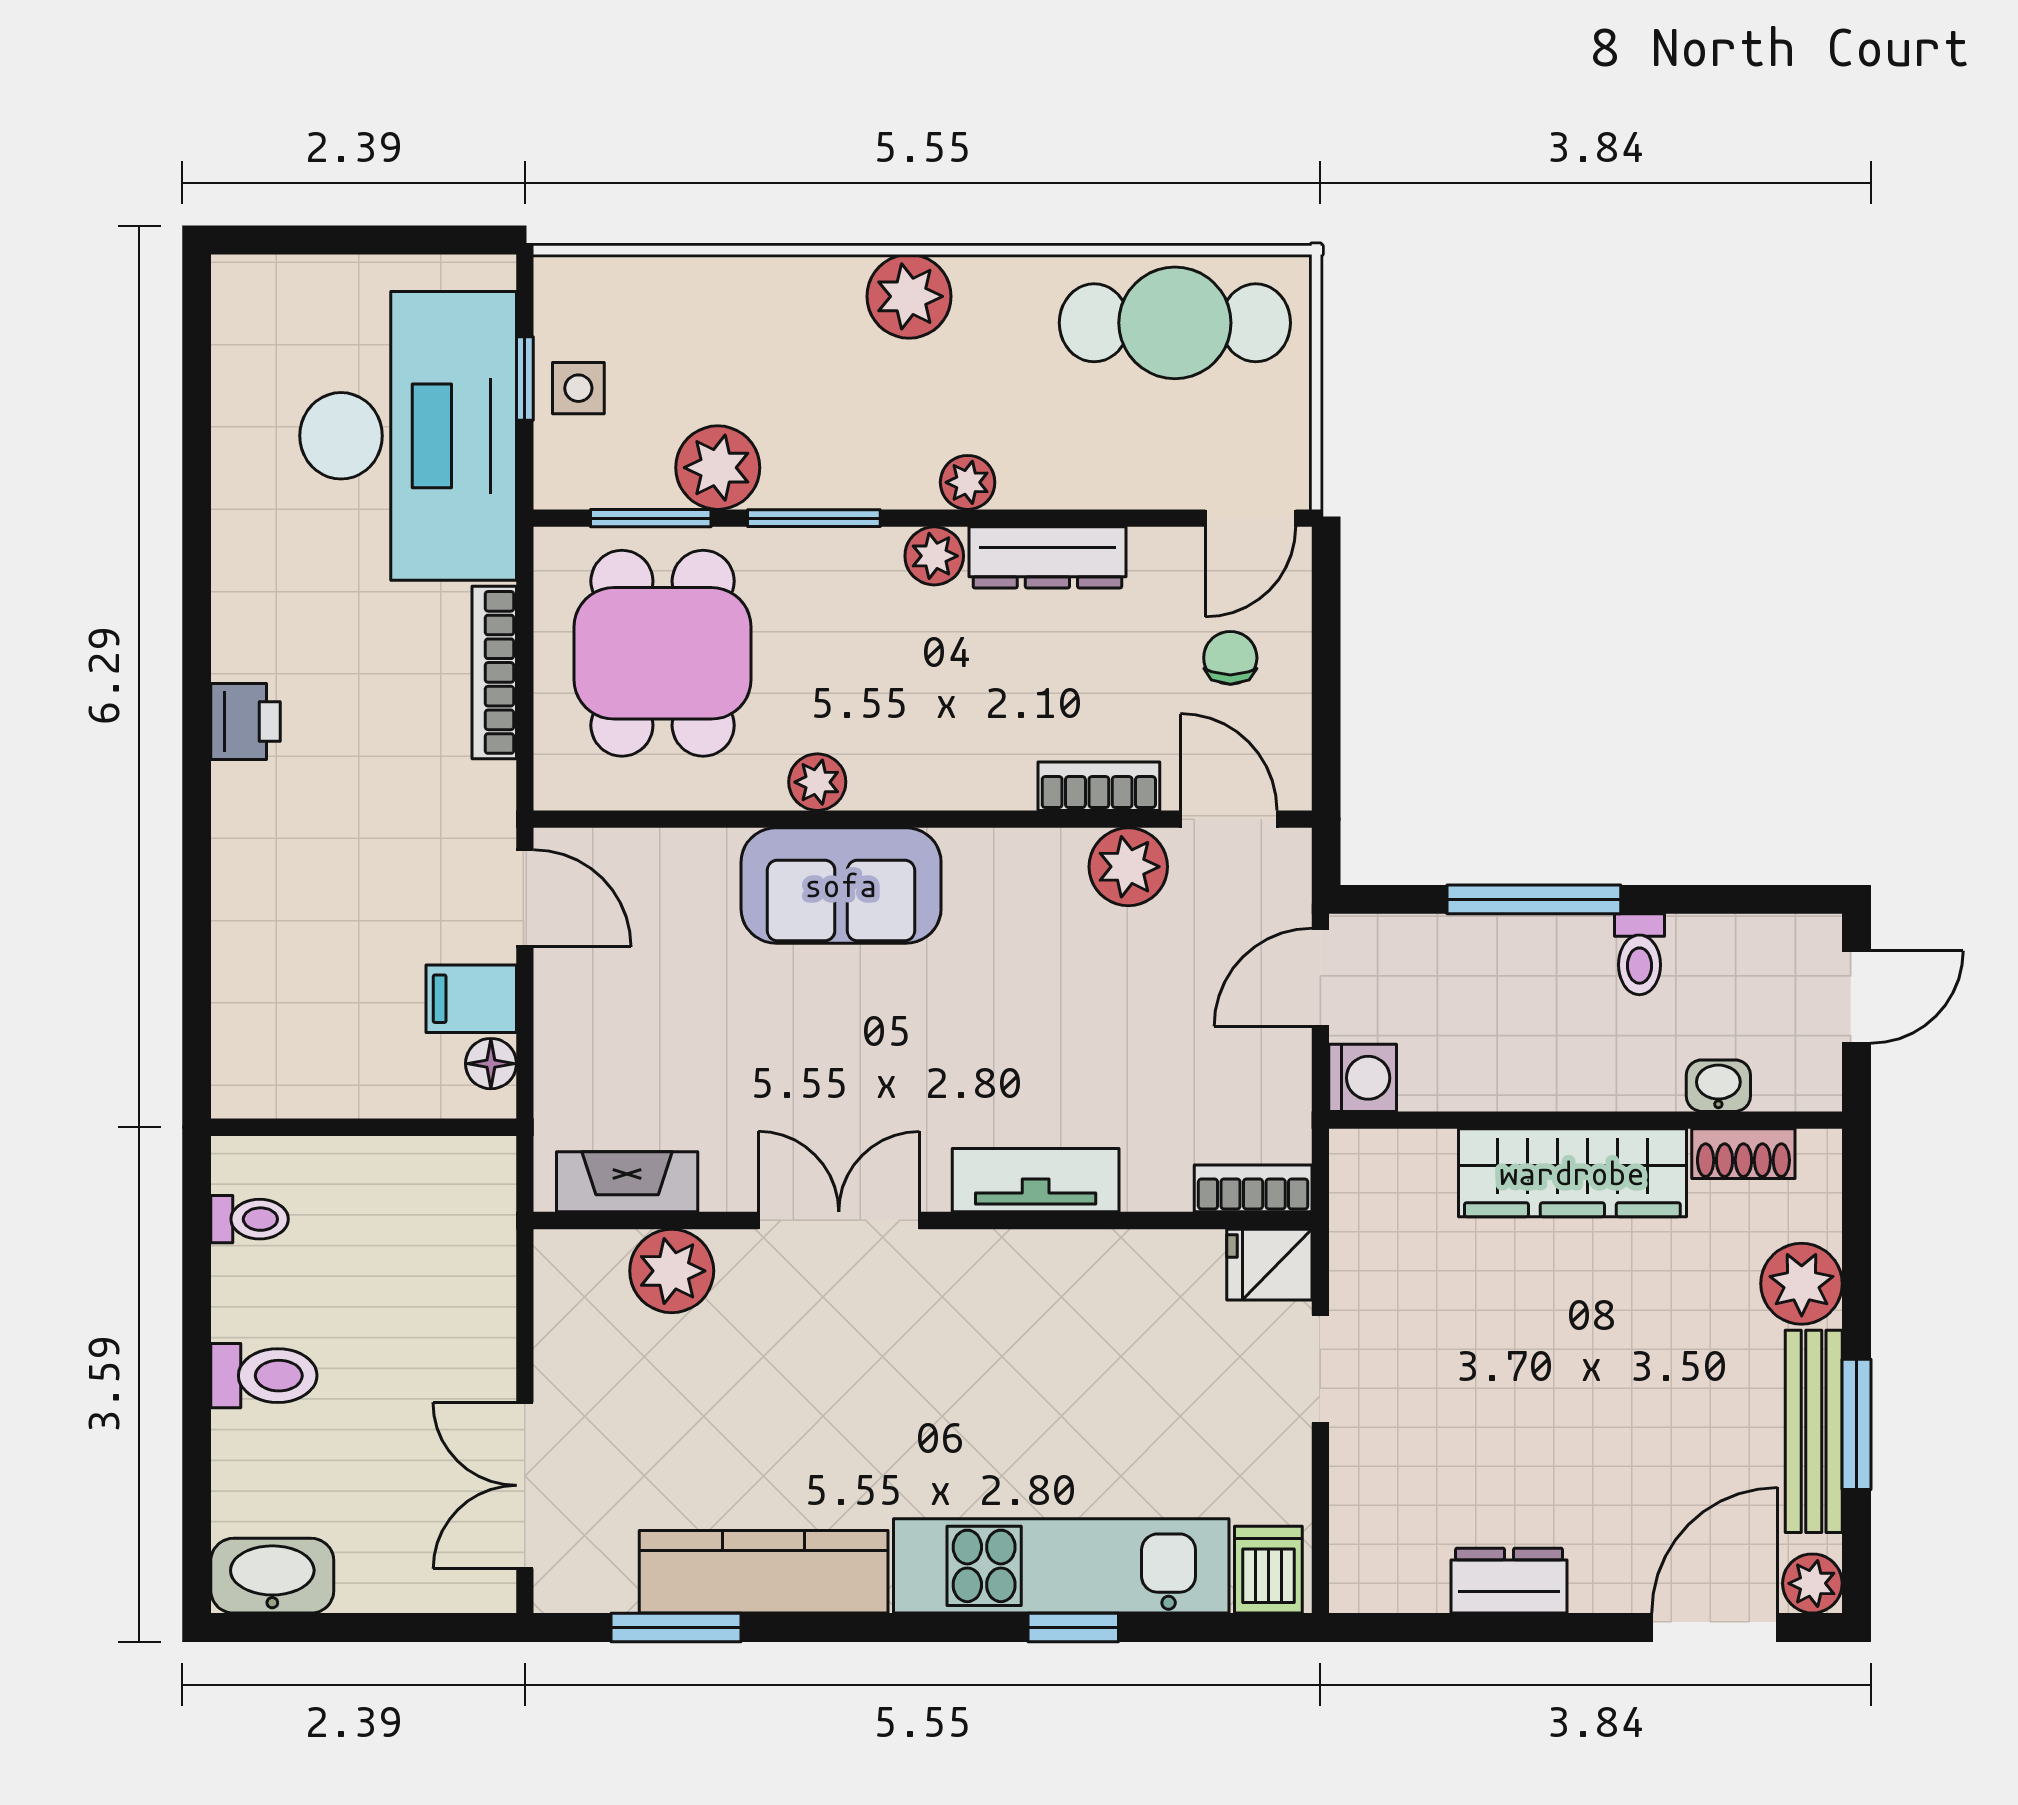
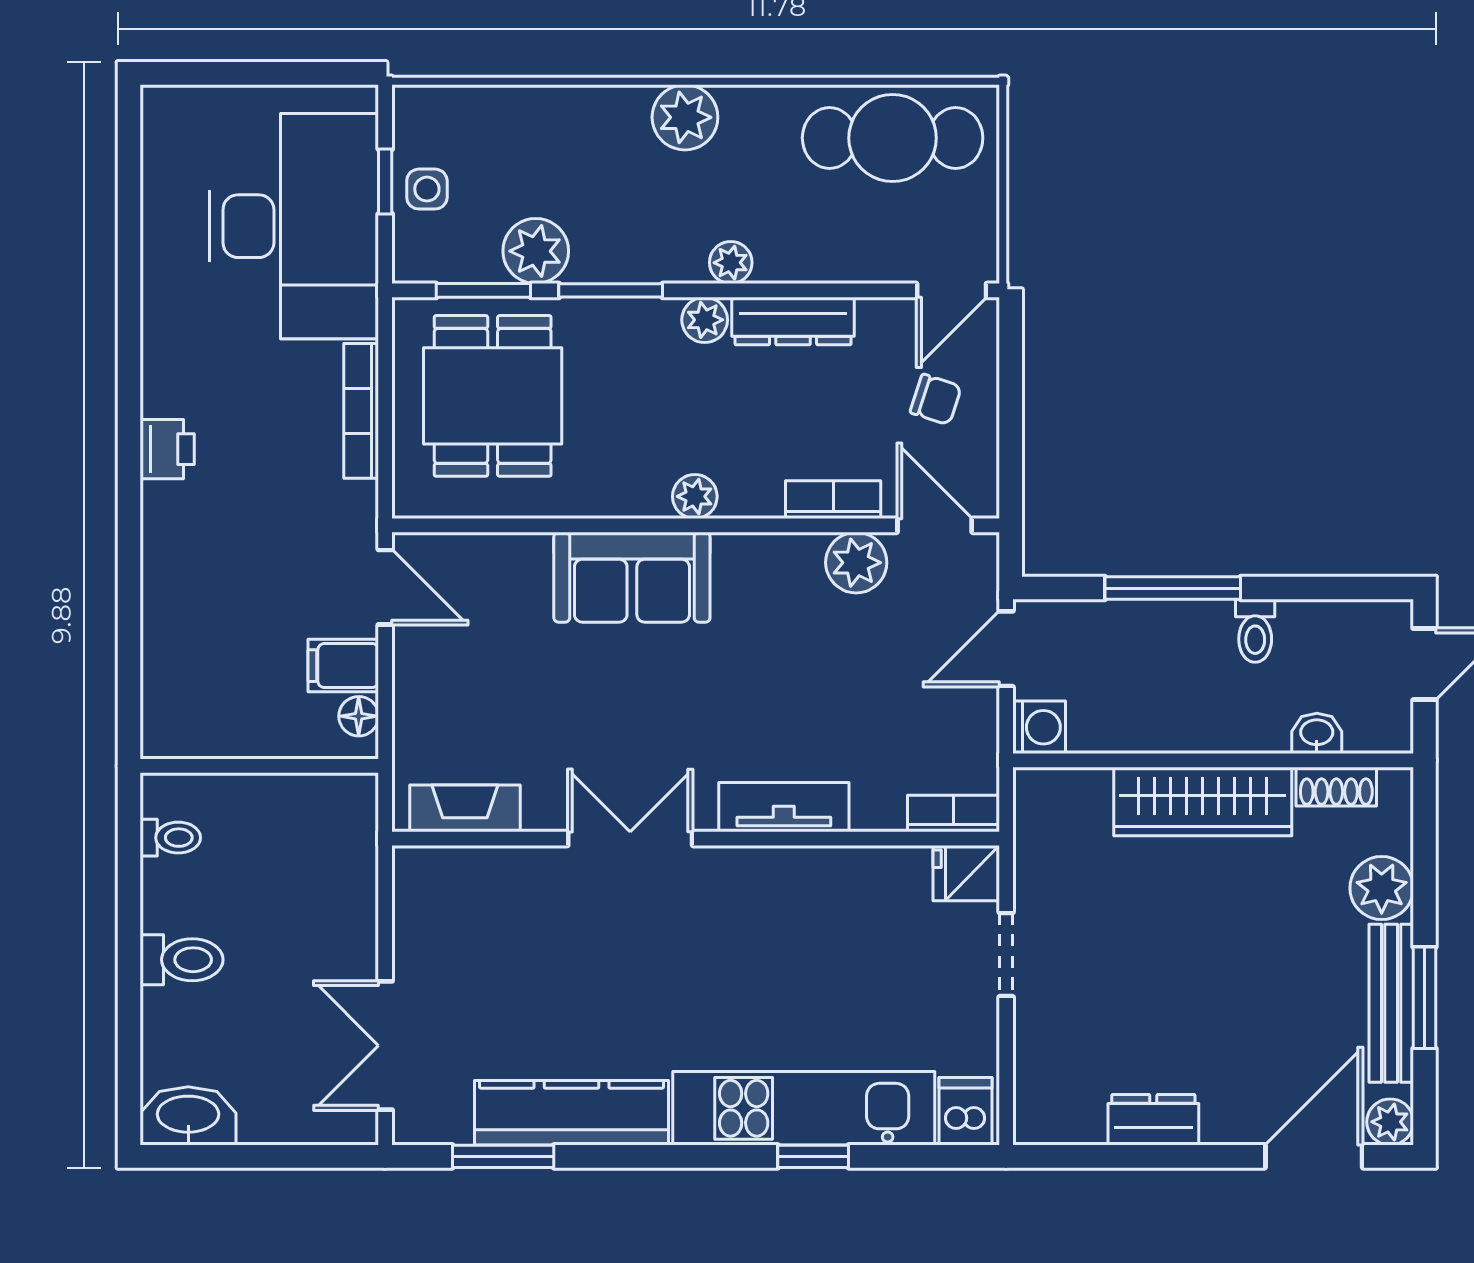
chair: (1230, 658) -> (936, 399), turned 108
plant: (817, 782) -> (695, 496), moved
plant: (672, 1271) -> (500, 878), removed

